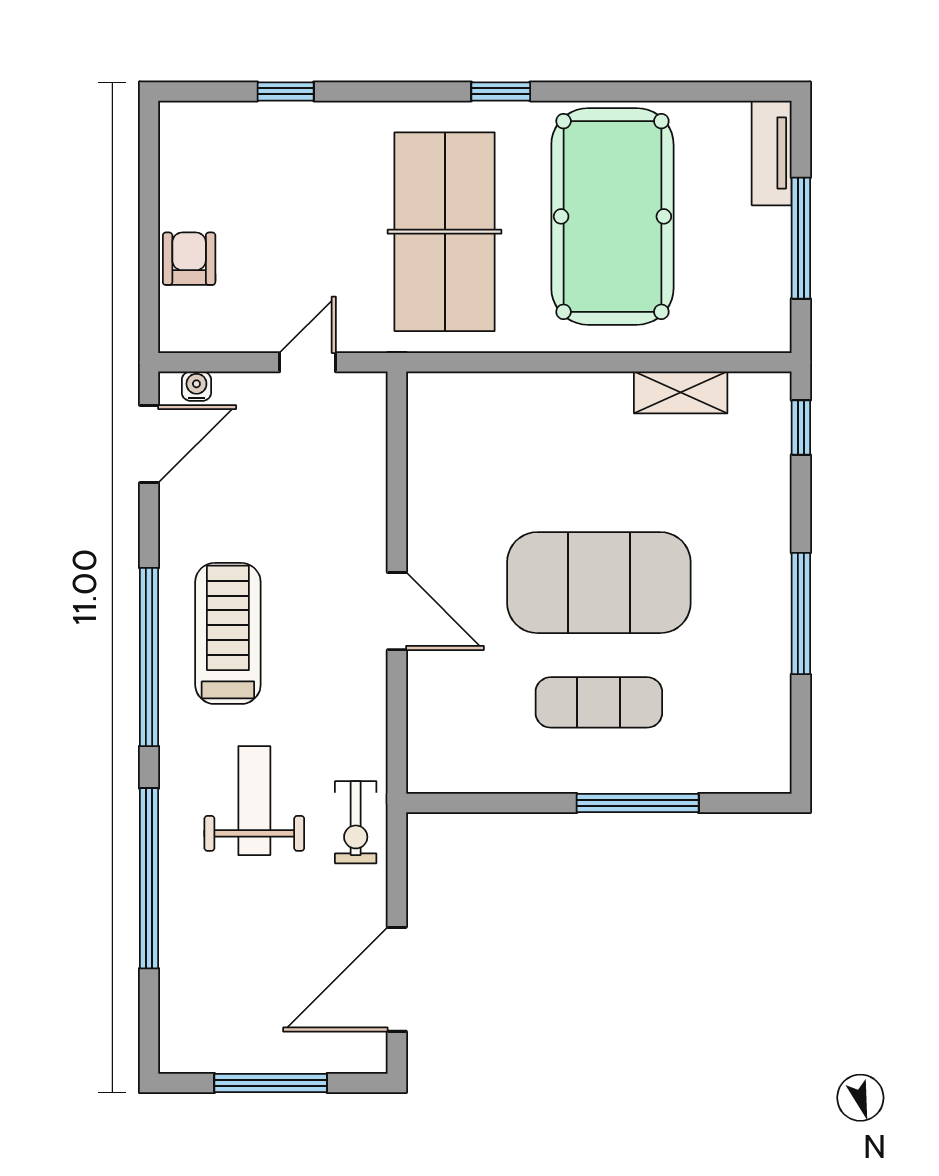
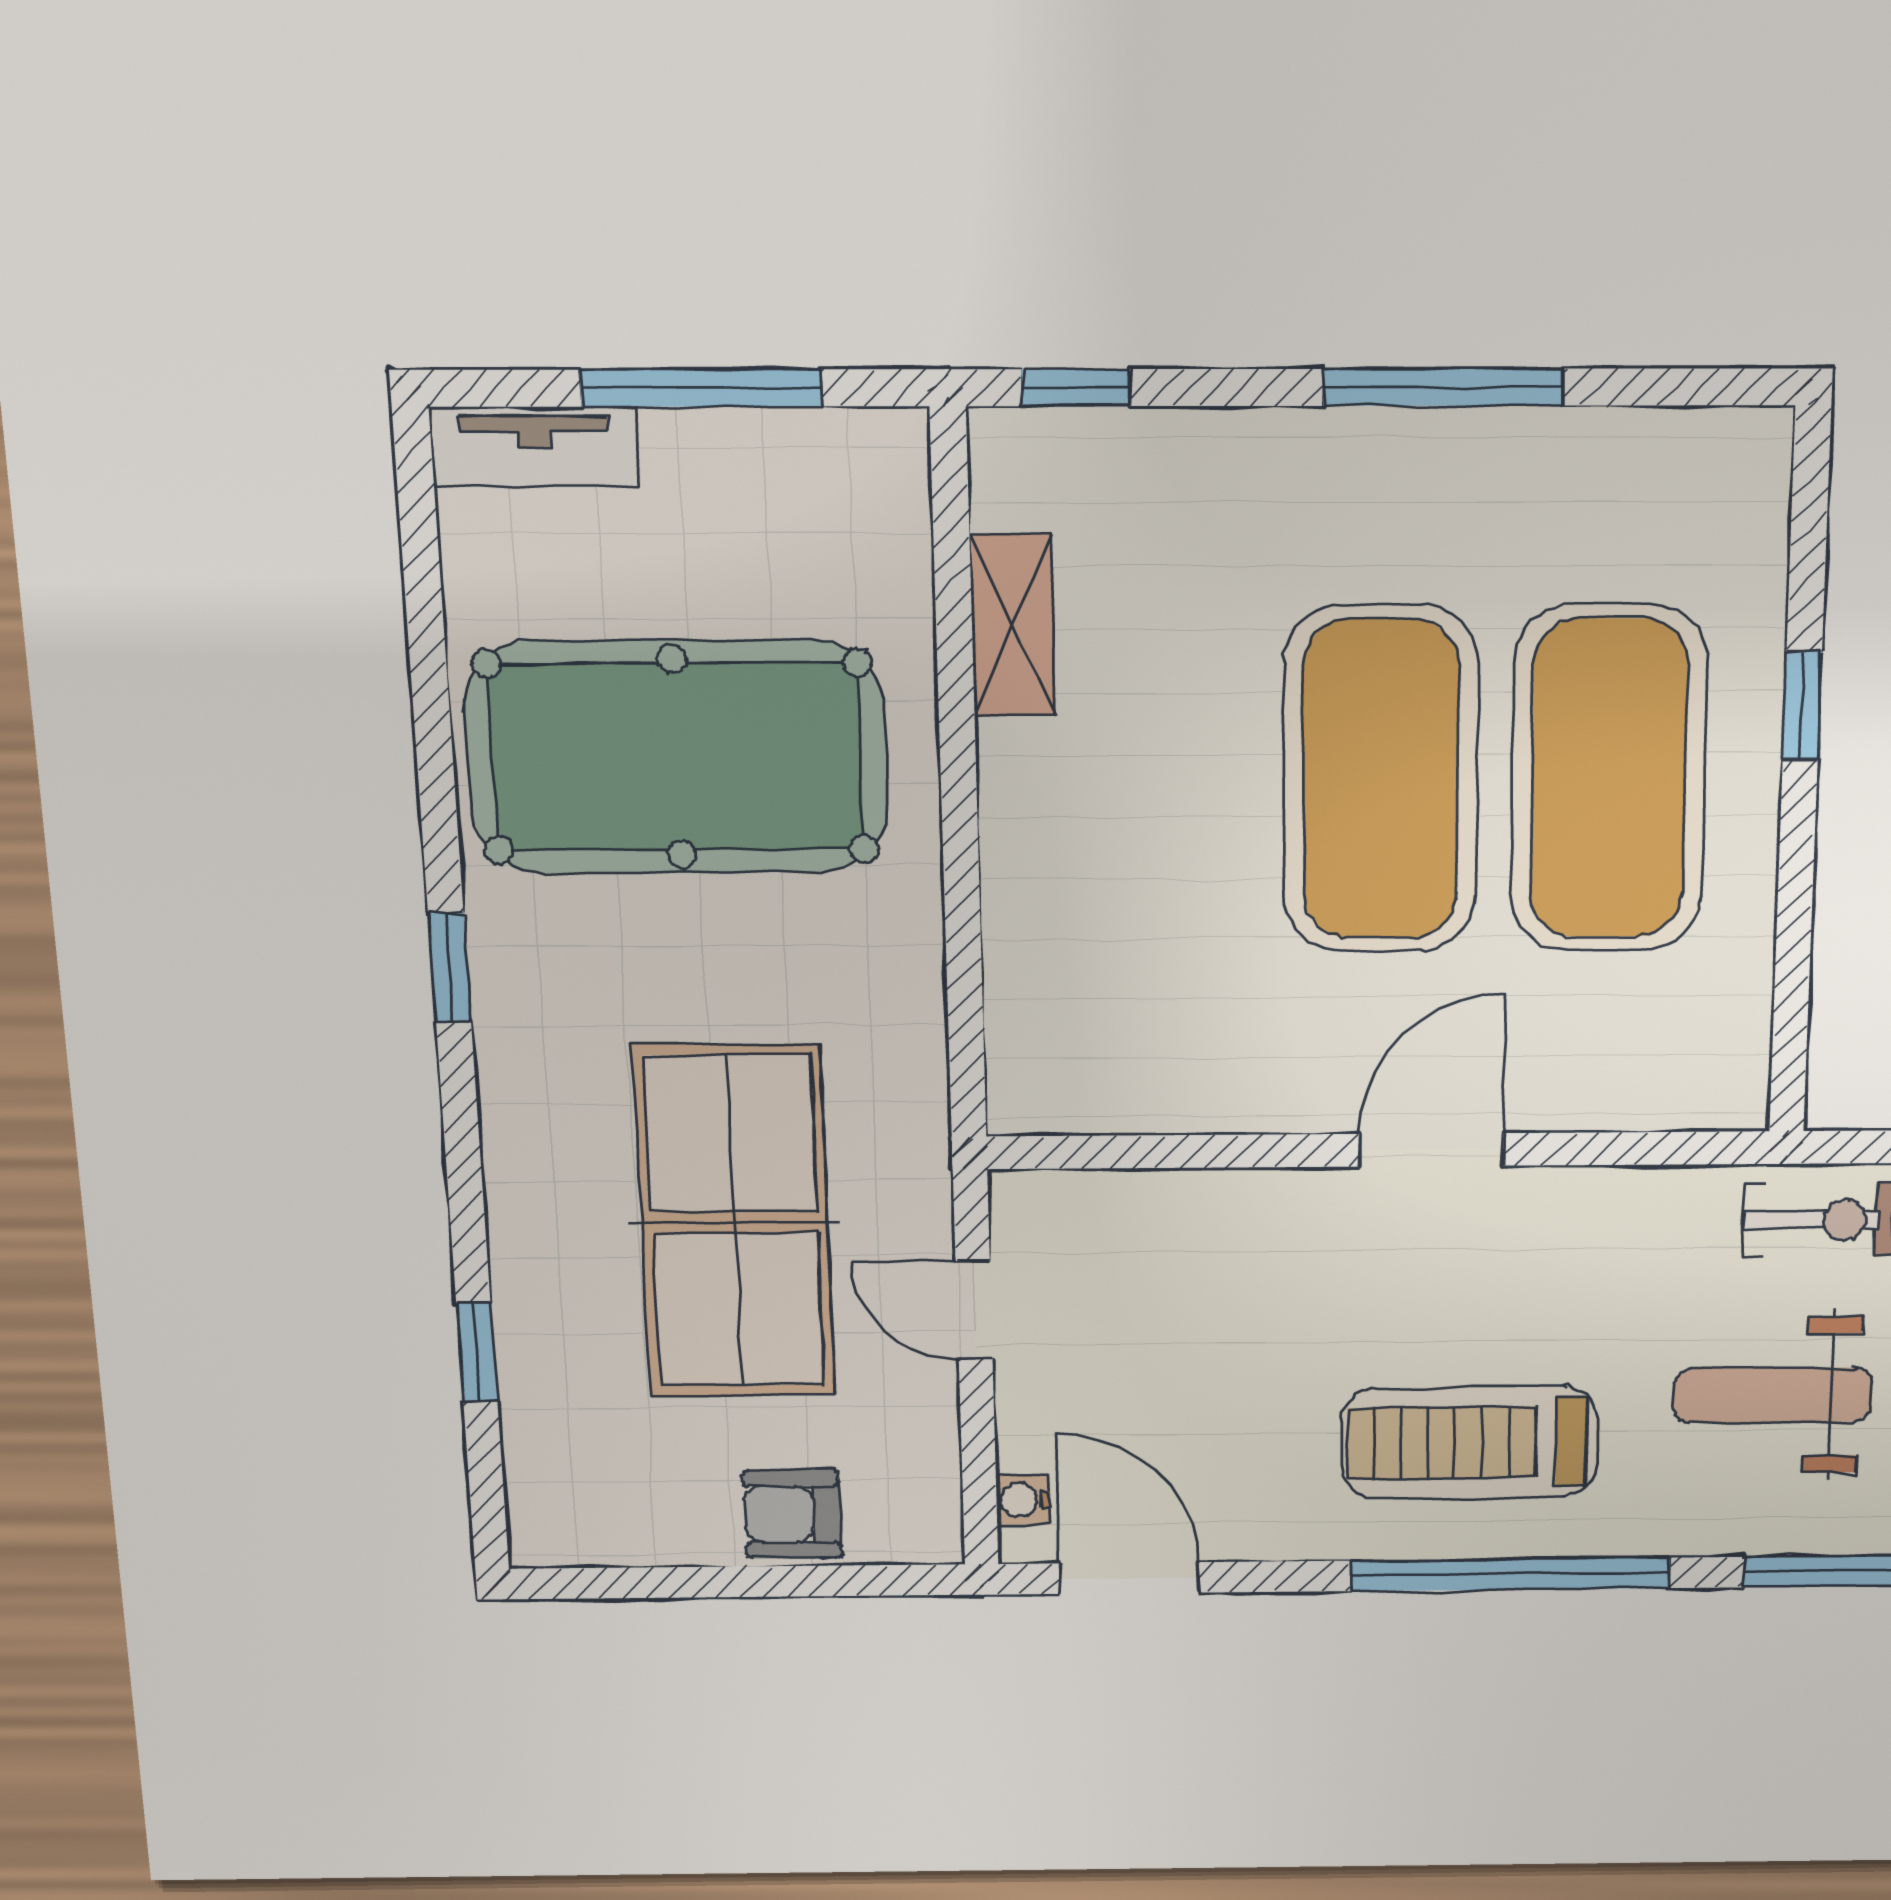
table tennis table: (445, 232) -> (735, 1222), moved, turned 90
exercise mat: (599, 702) -> (1609, 779), width x2.00, depth x1.45
window: (638, 803) -> (1802, 705), width x0.46

